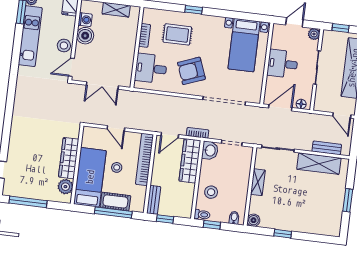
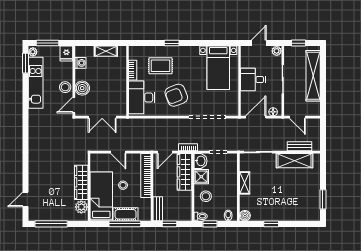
boiler: (85, 36) -> (82, 88), moved
desk: (151, 68) -> (142, 97), width x1.37
door: (342, 115) -> (297, 117), moved
shower: (209, 169) -> (201, 177), added
window: (348, 200) -> (323, 199), moved

